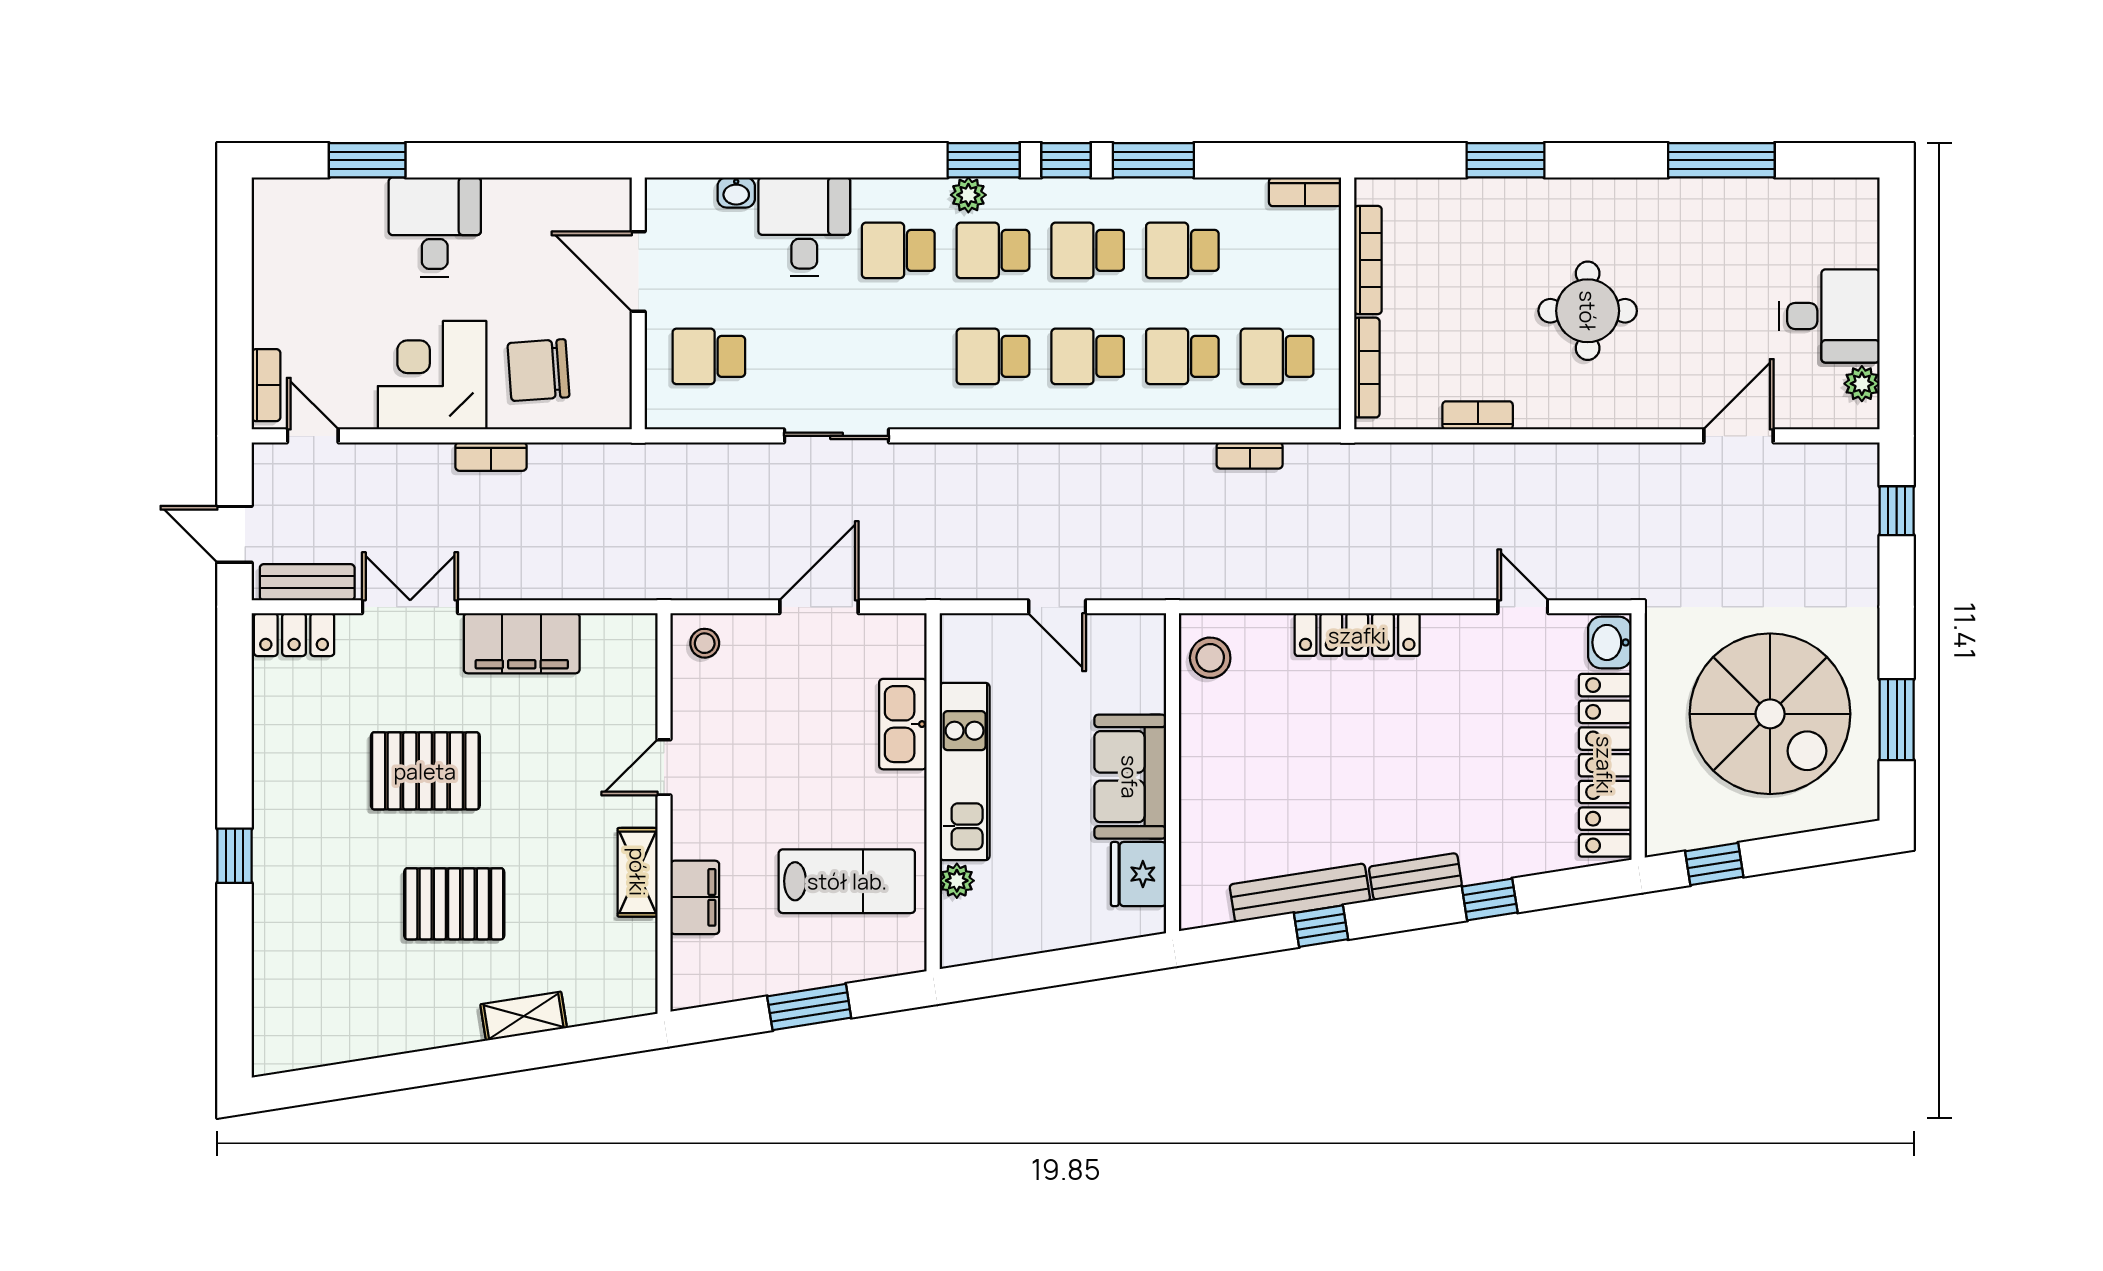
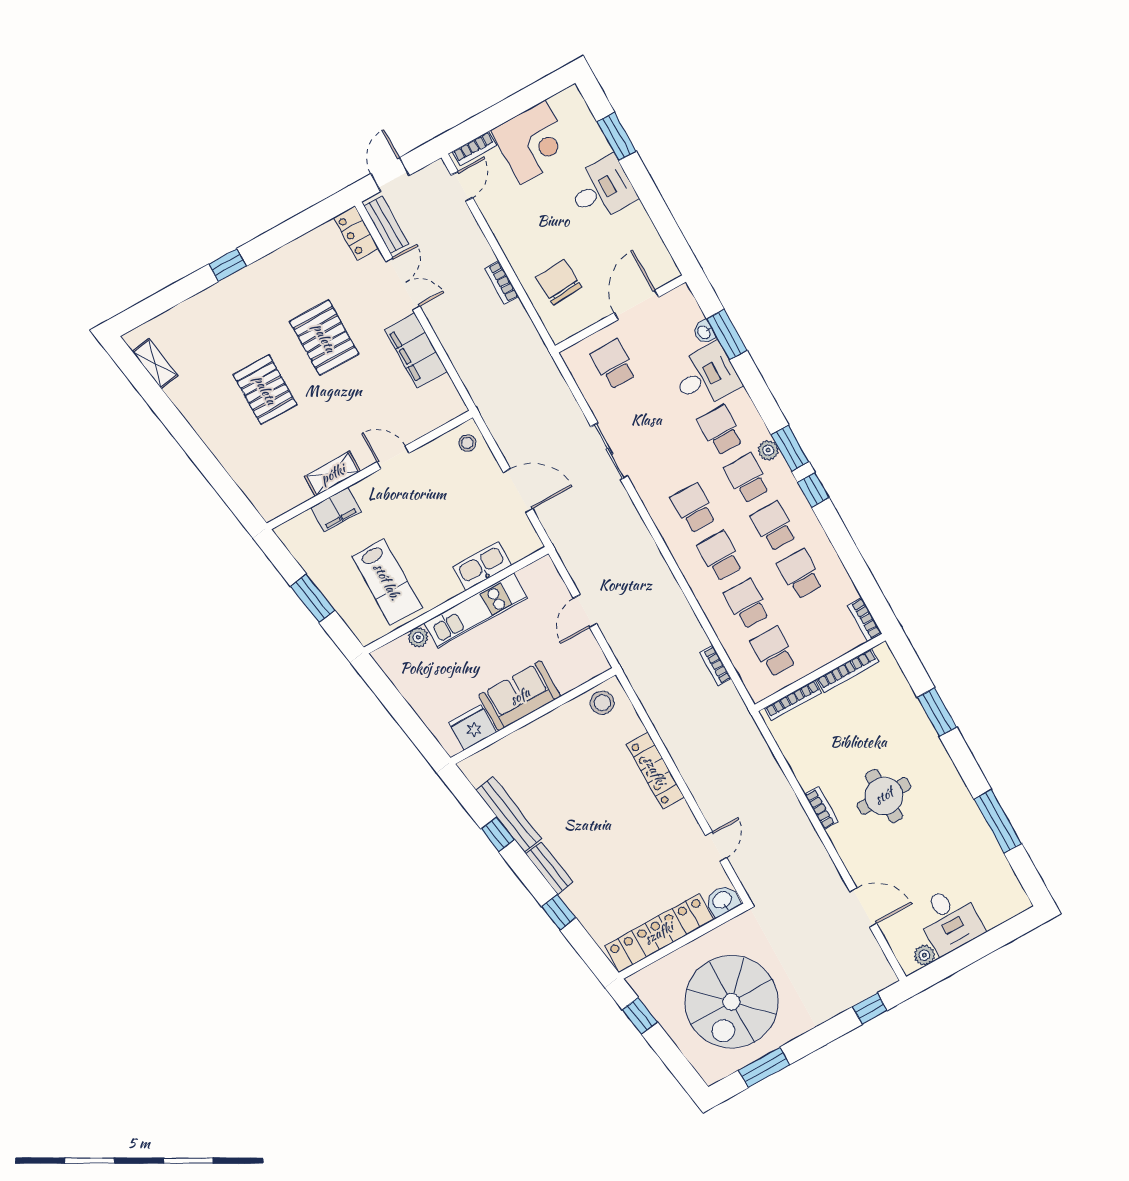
window: (1153, 160) -> (727, 335), moved
corner desk: (432, 375) -> (533, 142), moved, turned 90
bookcase: (1478, 415) -> (821, 808), moved
shelving: (524, 1016) -> (155, 364), moved

